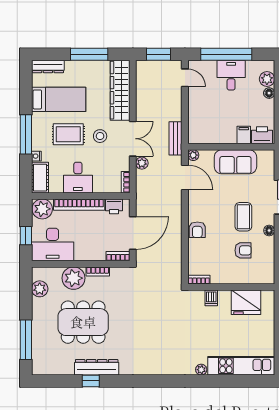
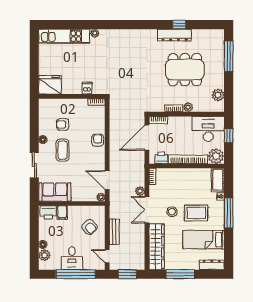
armchair: (208, 116) -> (90, 227), added
bench: (176, 138) -> (114, 232), moved
sofa: (235, 162) -> (55, 192), moved
desk: (78, 178) -> (189, 180), removed
plant: (73, 278) -> (188, 107), width x0.53, depth x0.53
fridge: (246, 302) -> (50, 85), moved

